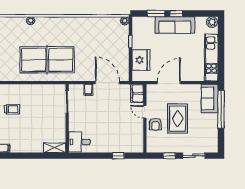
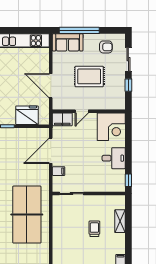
trolley: (12, 109) -> (94, 229), moved
armchair: (155, 124) -> (106, 47), moved
corner desk: (130, 140) -> (111, 127), added
desk: (79, 142) -> (114, 158), moved, turned -90
shelving: (55, 148) -> (120, 221), moved
window: (118, 156) -> (128, 180), moved

